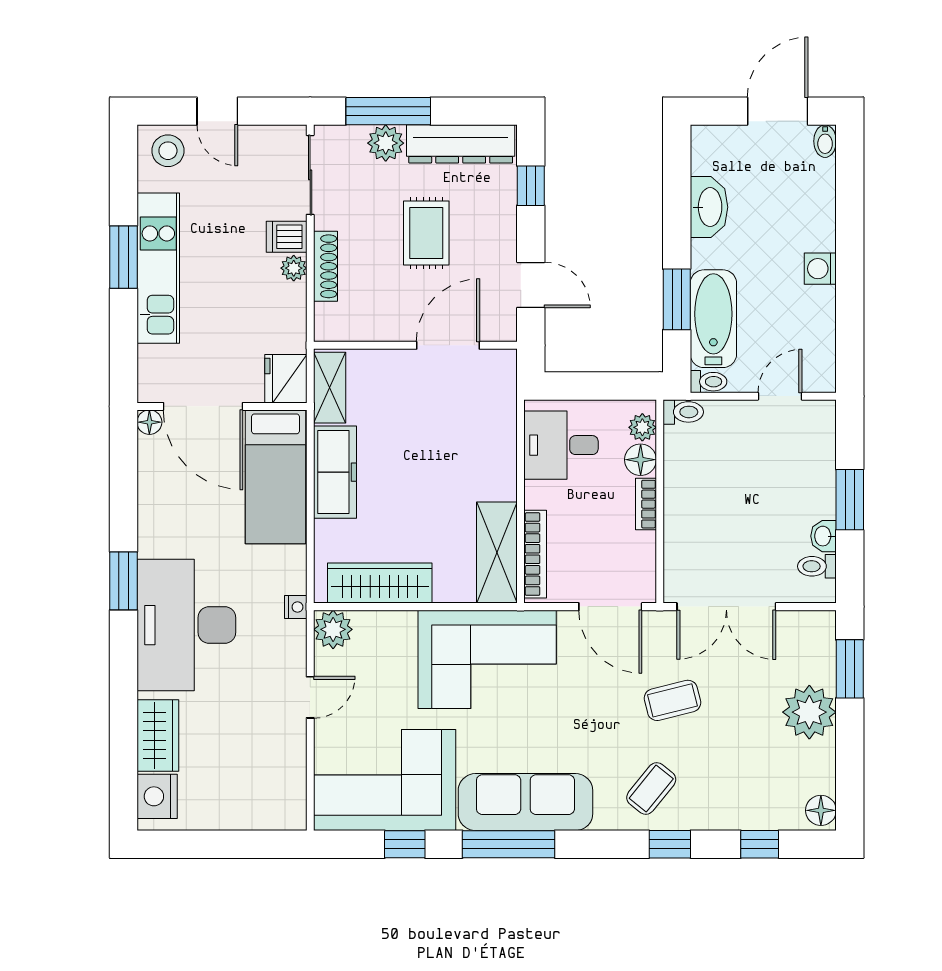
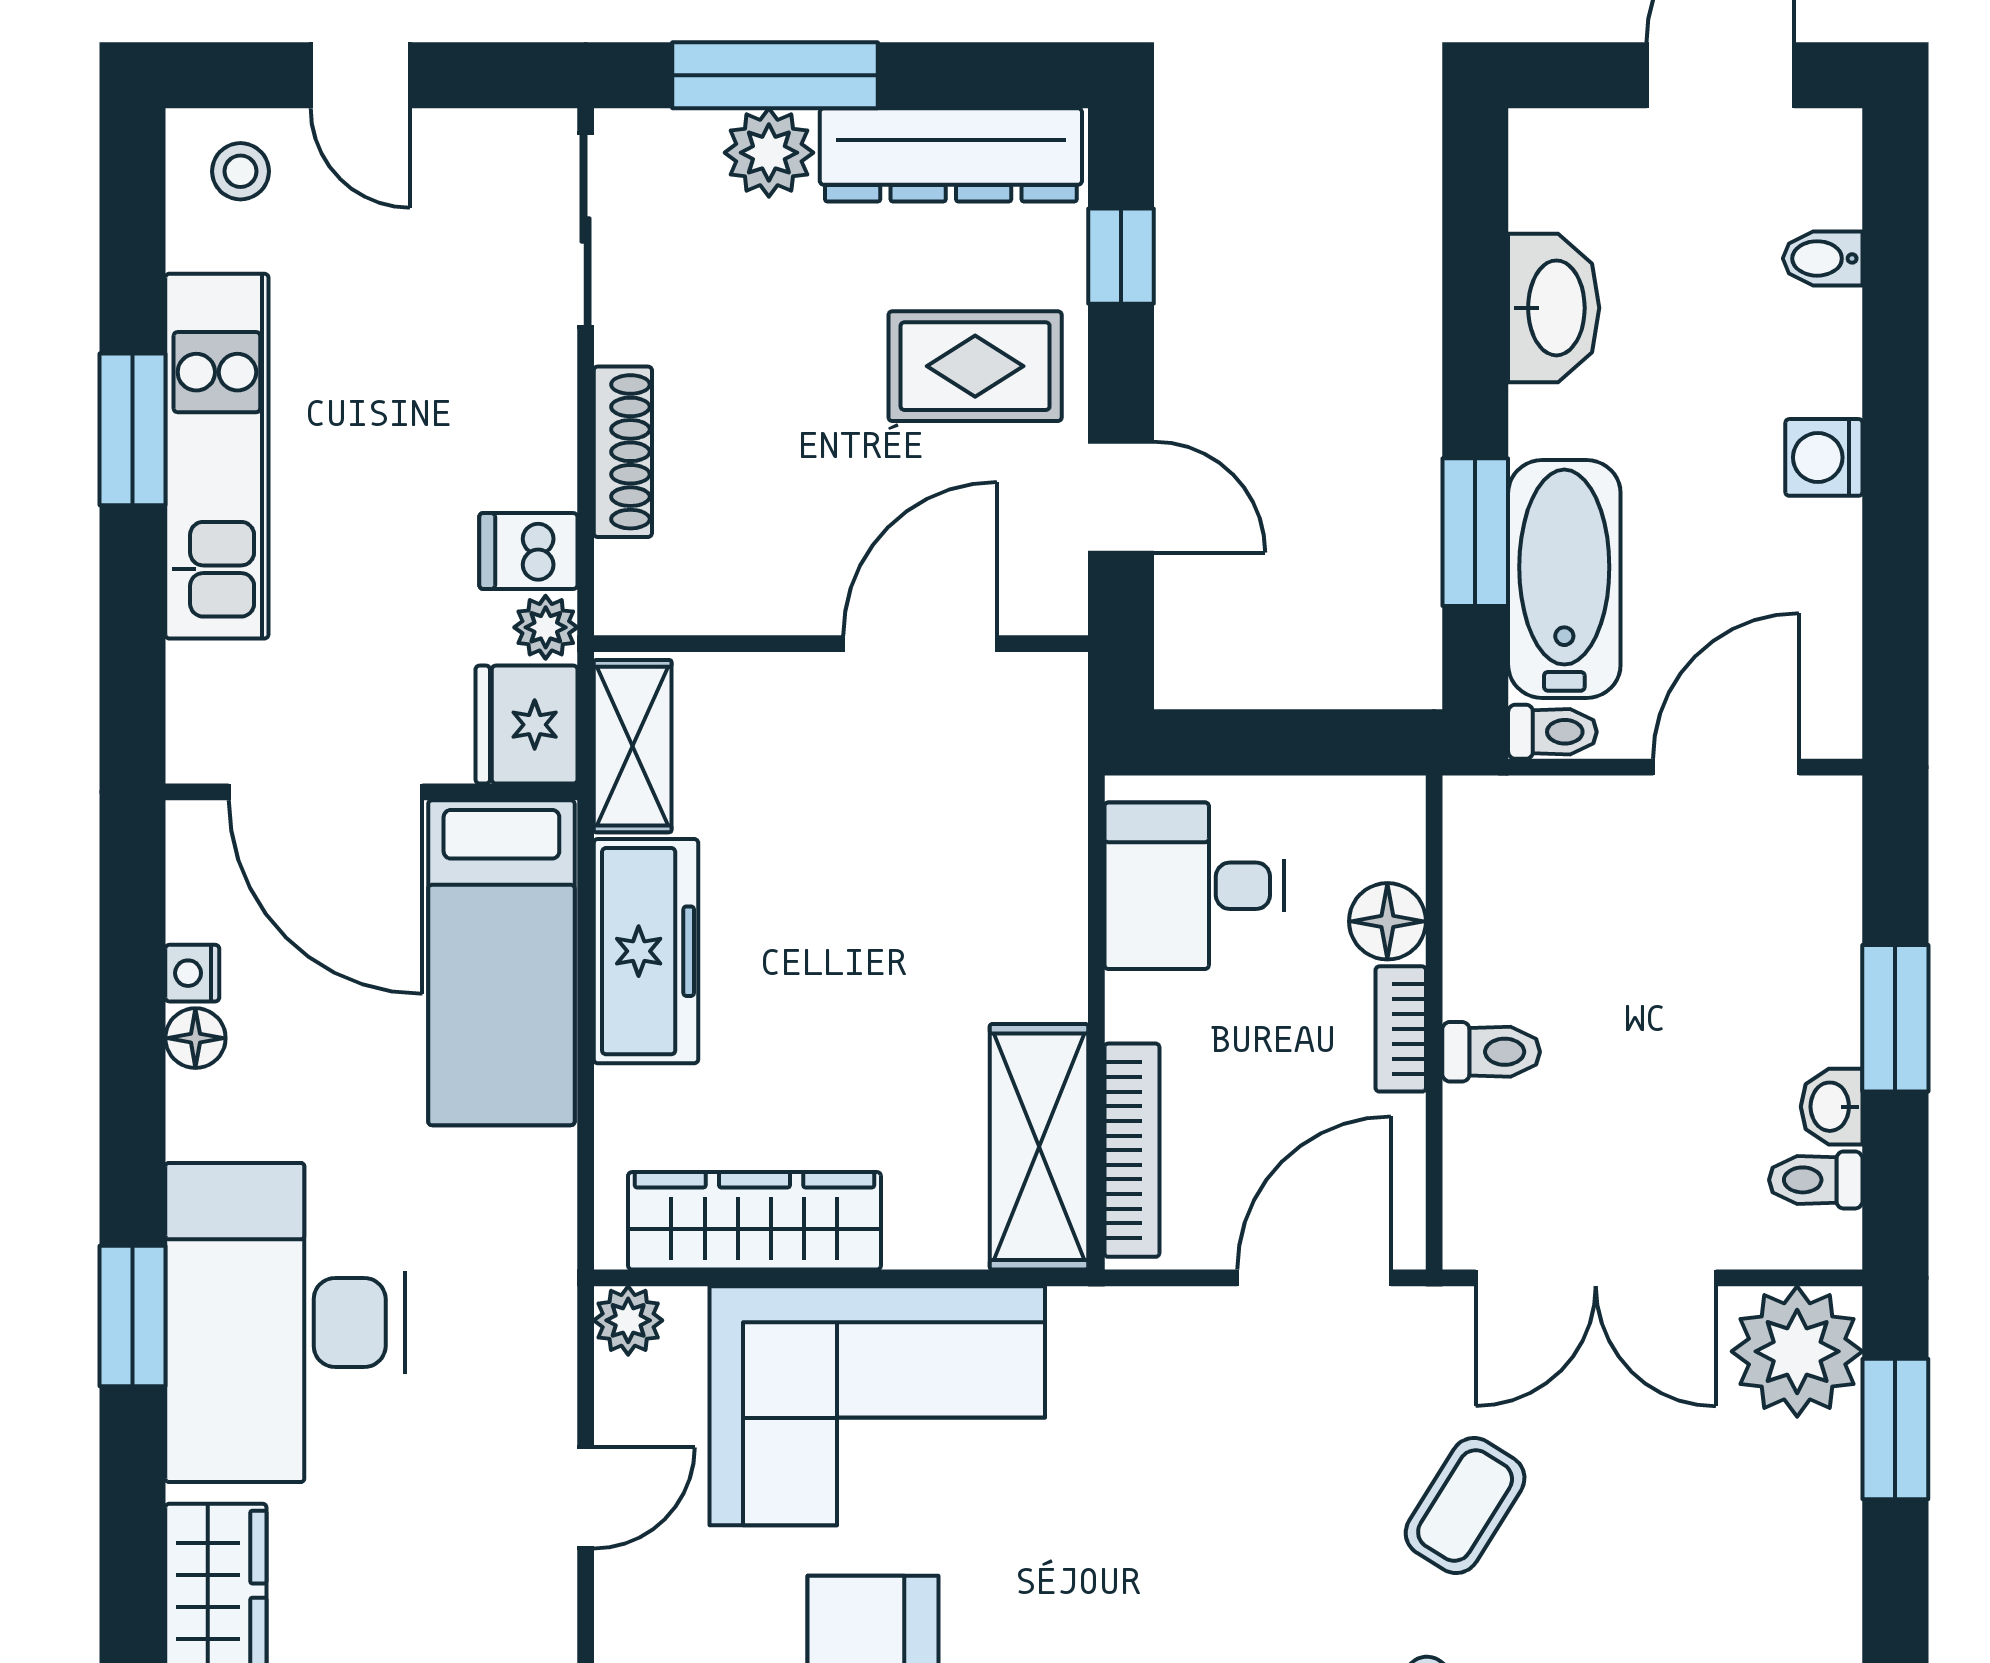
bidet: (825, 141) -> (1823, 258), moved, turned 90
stool: (168, 151) -> (240, 171), width x0.73, depth x0.73
rug: (426, 233) -> (975, 366), moved, turned 90
dishwasher: (287, 237) -> (528, 551), moved
plant: (294, 268) -> (546, 627), moved
door: (780, 396) -> (1726, 767), width x1.38
toilet: (683, 412) -> (1491, 1052), moved
floor lamp: (149, 422) -> (195, 1038), moved
plant: (642, 427) -> (1392, 843), removed
window: (124, 581) -> (133, 1316), moved
nightstand: (296, 607) -> (192, 973), moved, turned 180
door: (610, 607) -> (1314, 1278), swing flipped
plant: (333, 629) -> (628, 1320), width x0.73, depth x0.73
corner sofa: (487, 659) -> (877, 1406), moved
coffee table: (672, 700) -> (1465, 1505), turned -44
plant: (809, 712) -> (1797, 1351), moved

